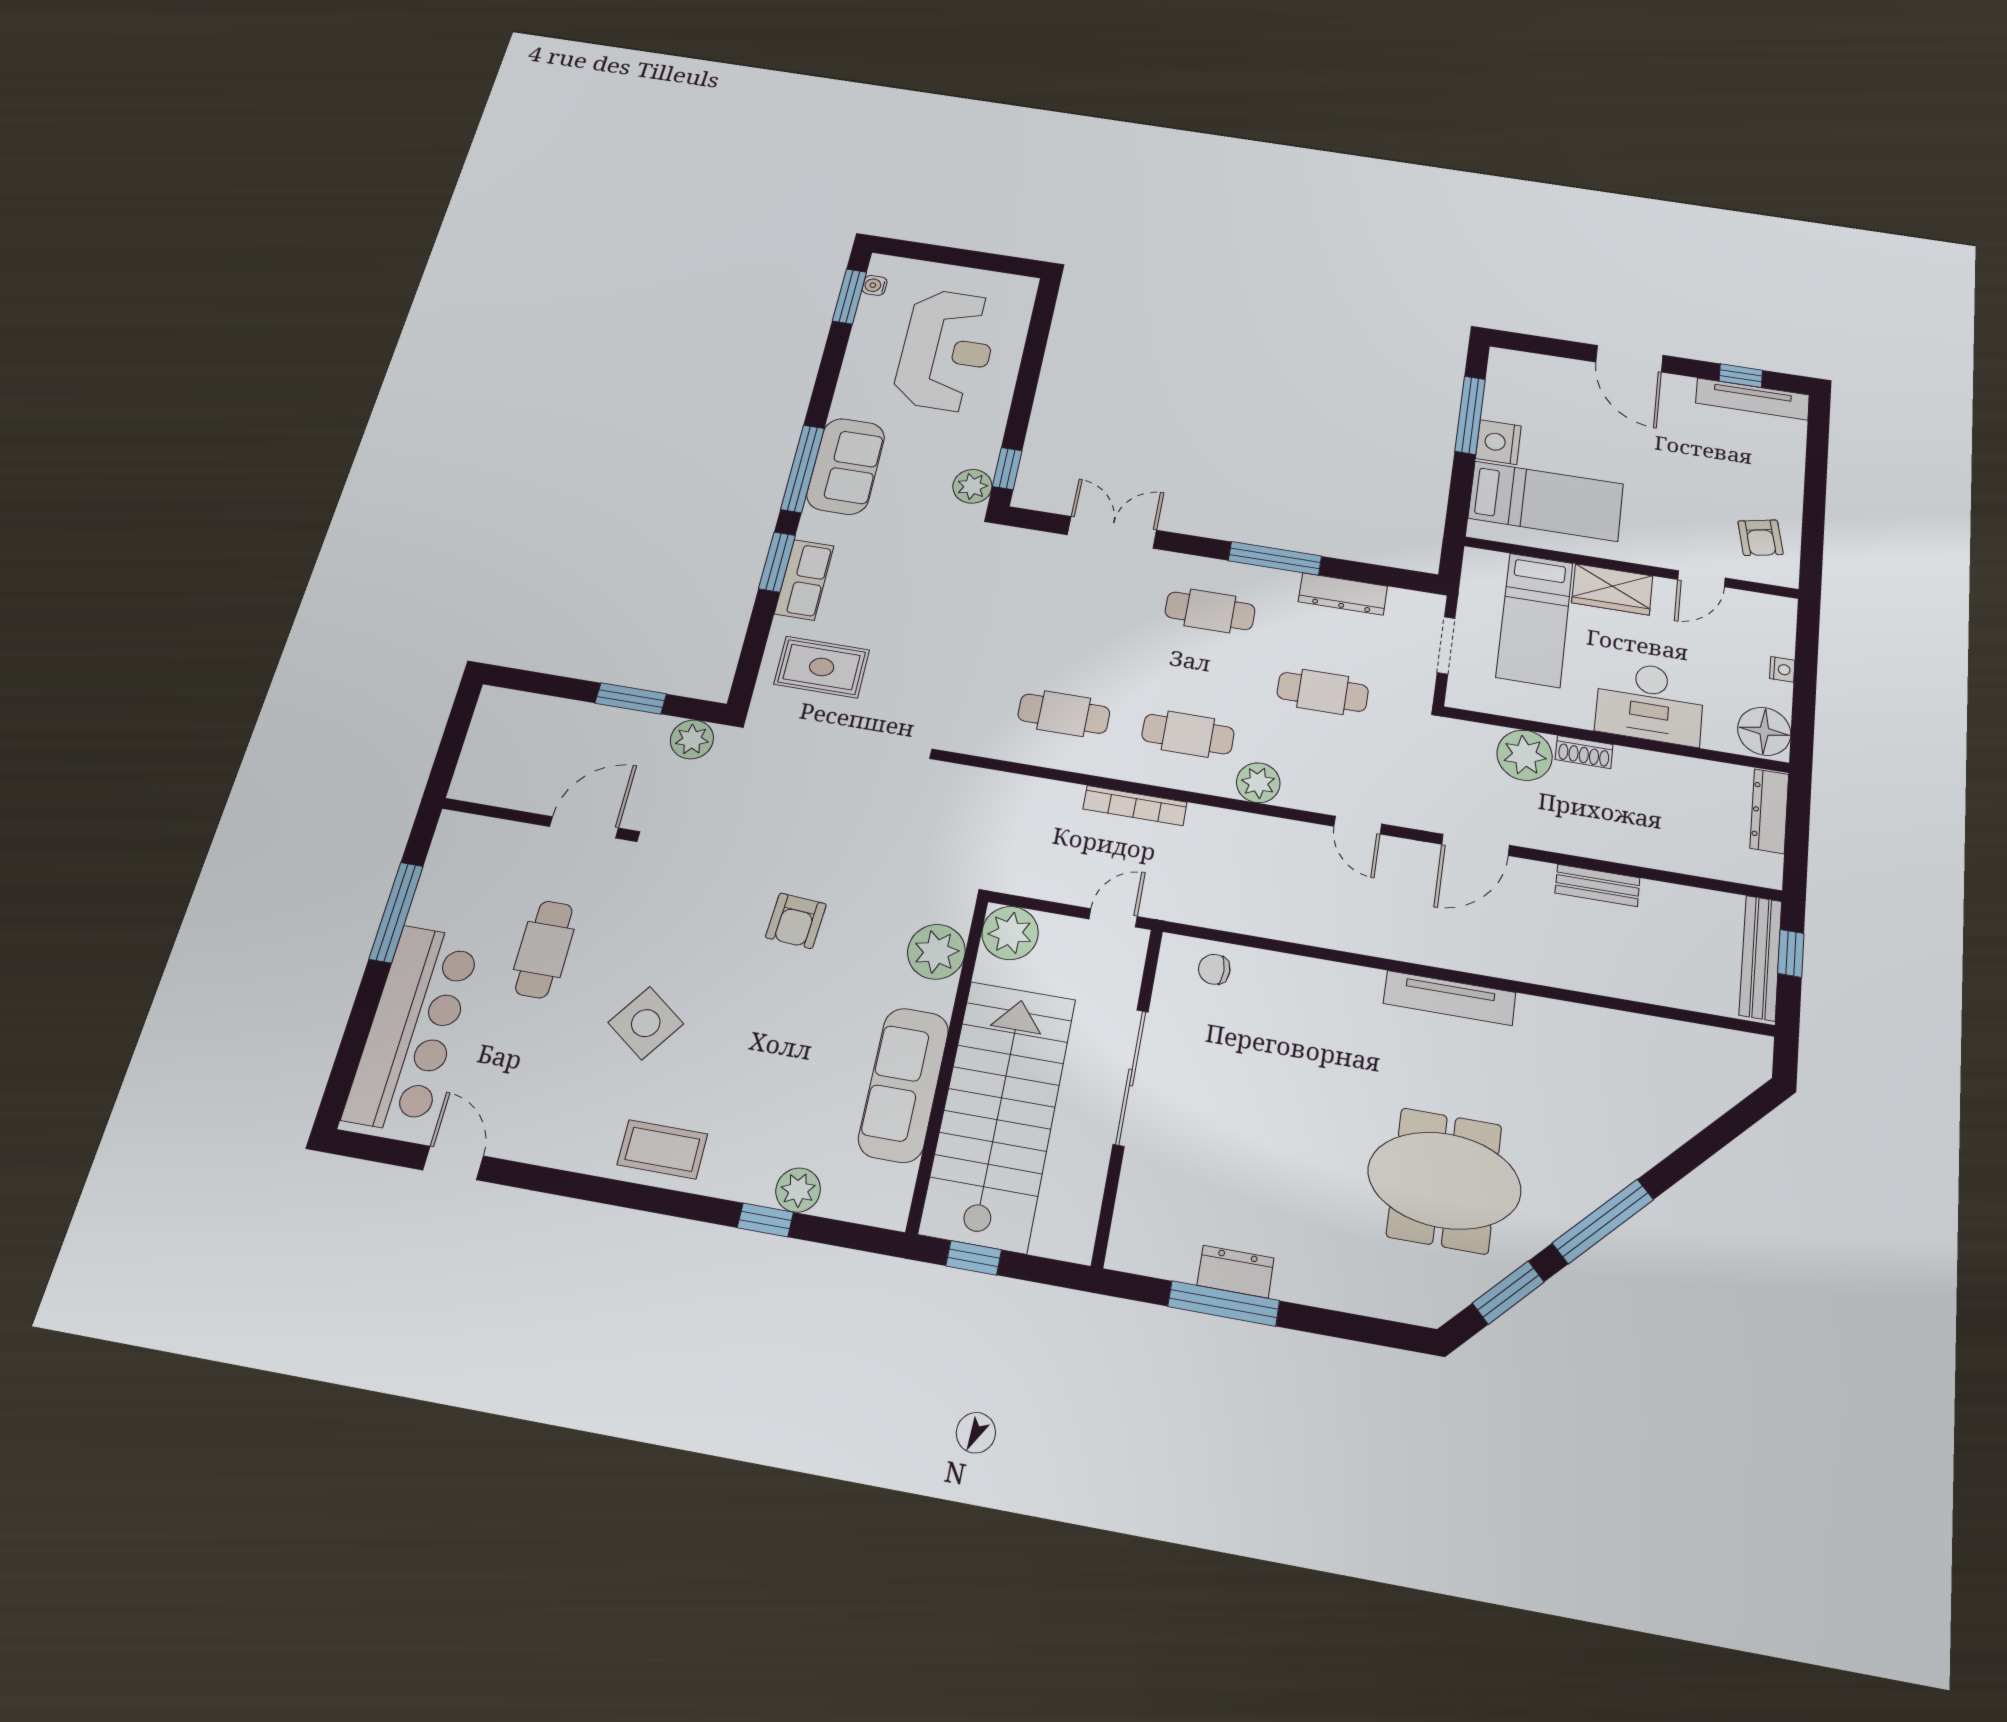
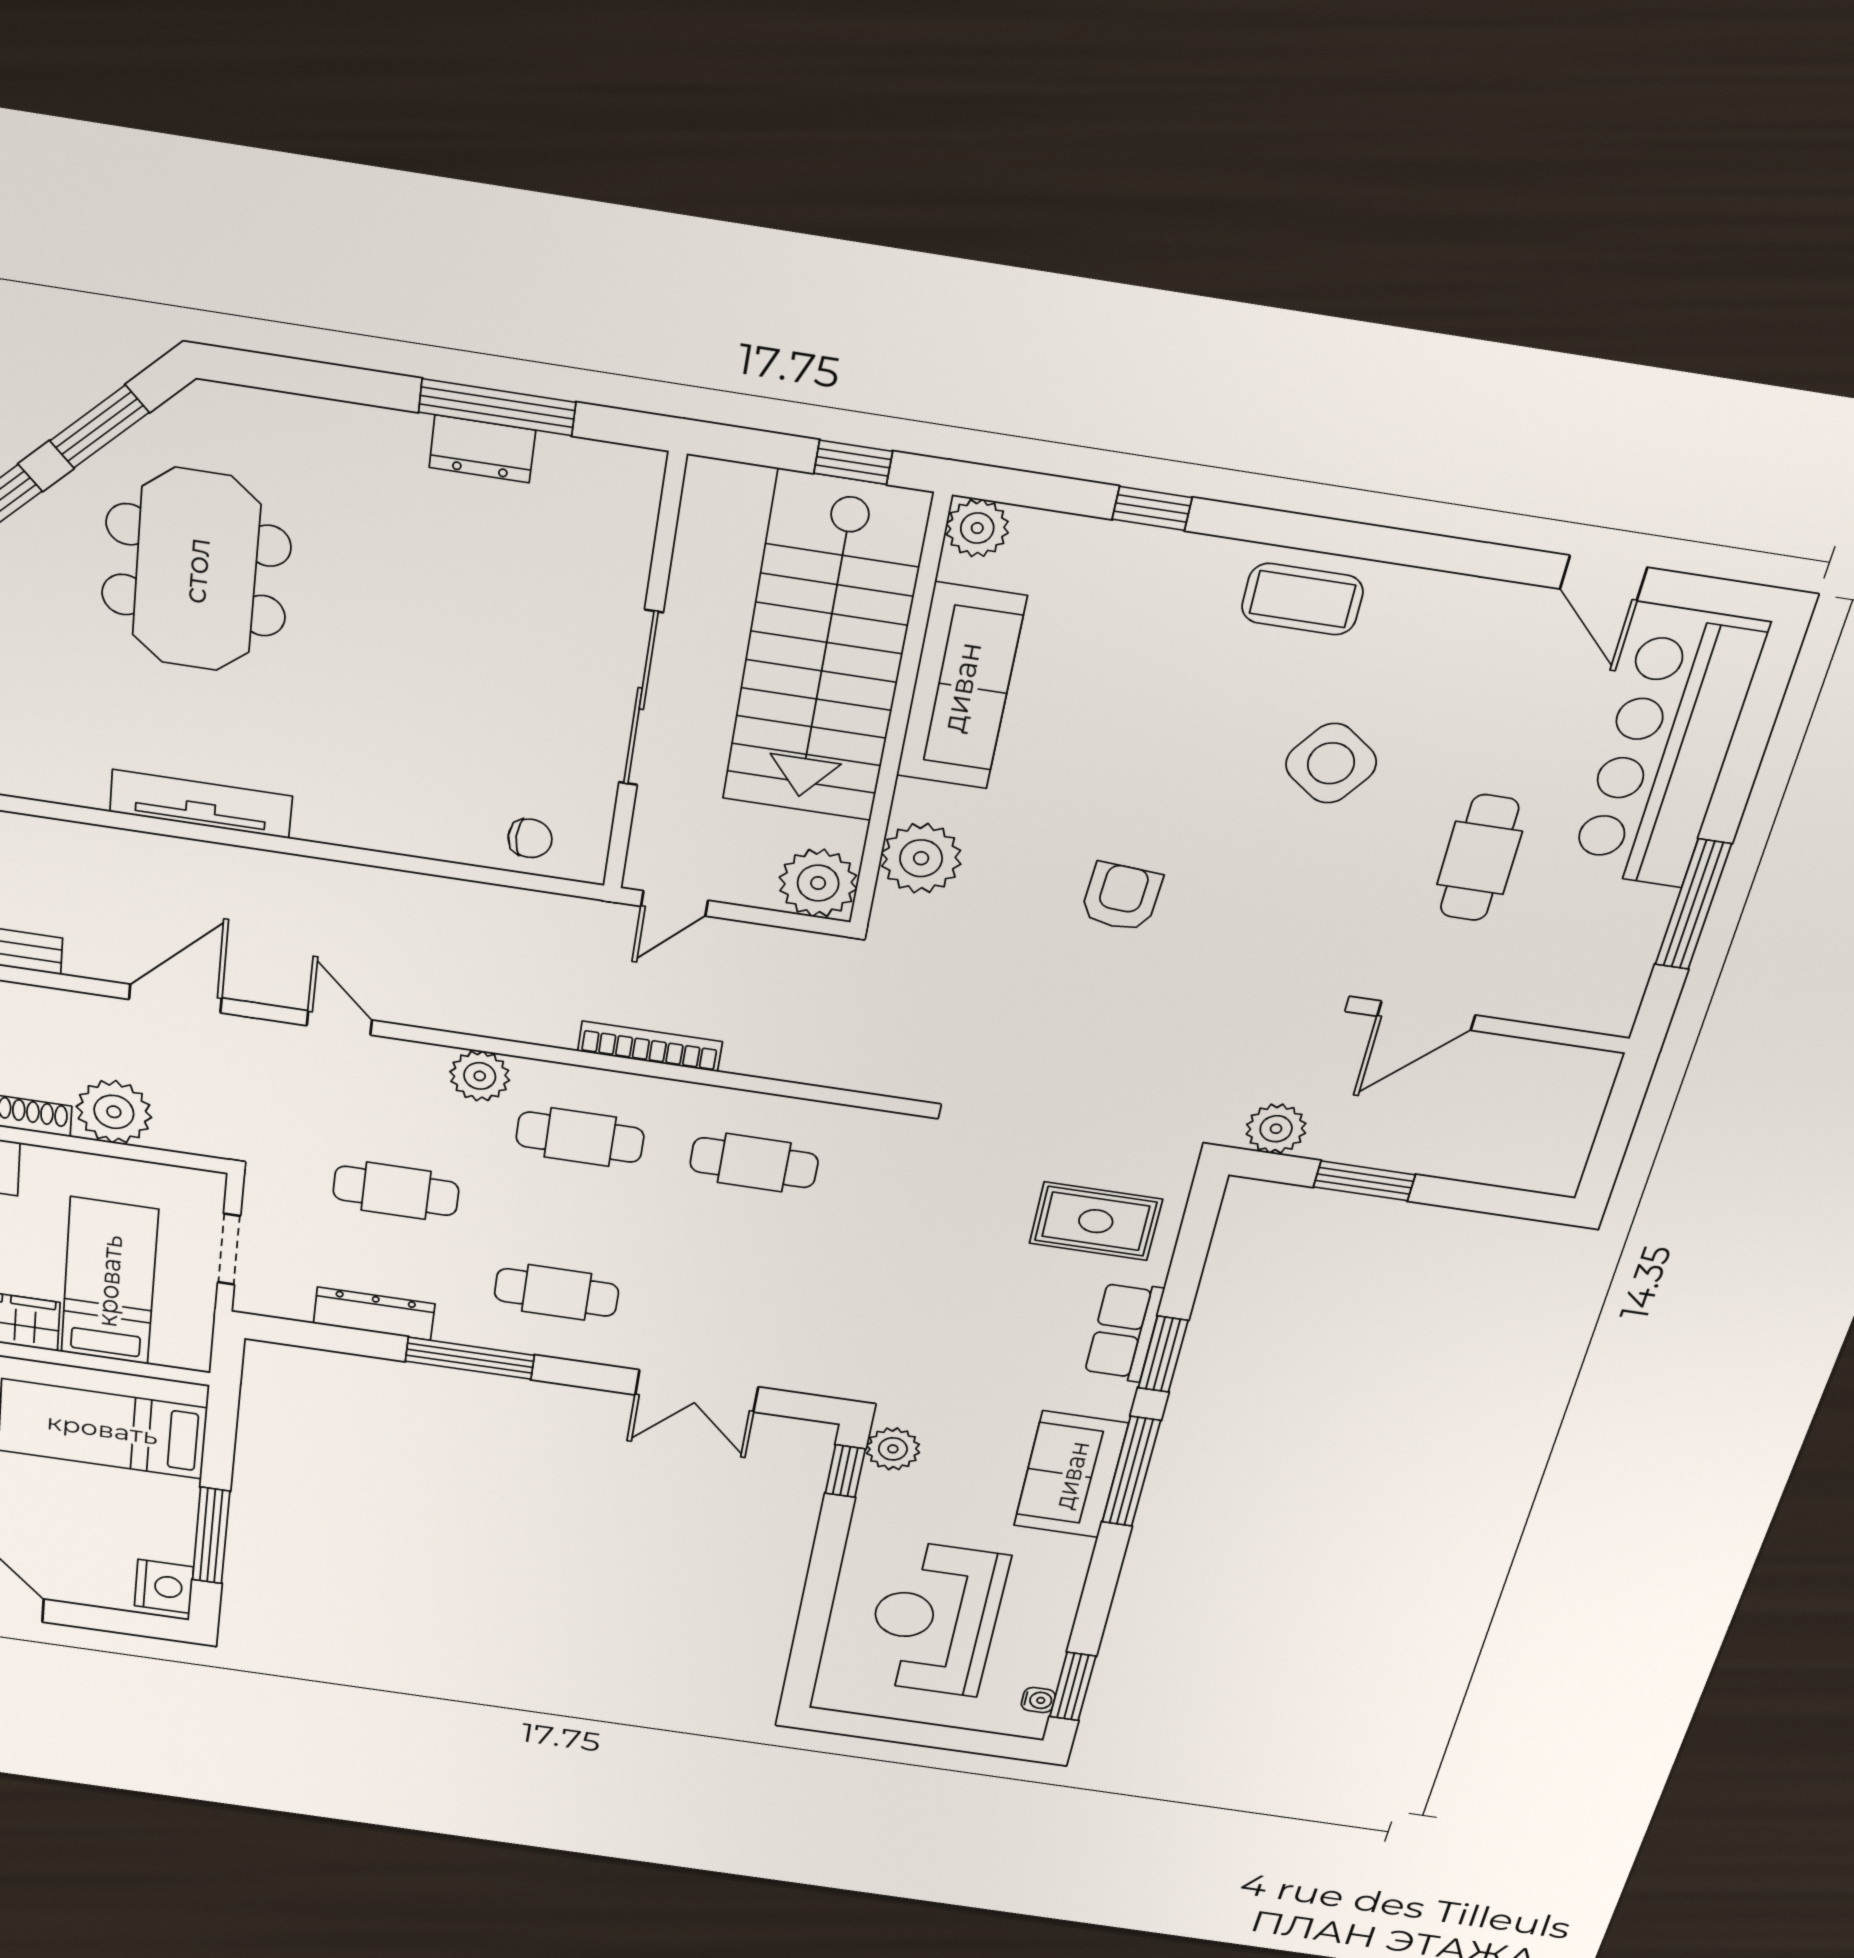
nightstand: (1498, 442) -> (164, 1586), moved
meeting table: (1444, 1180) -> (196, 570), turned 90
plant: (798, 1190) -> (977, 528), moved

